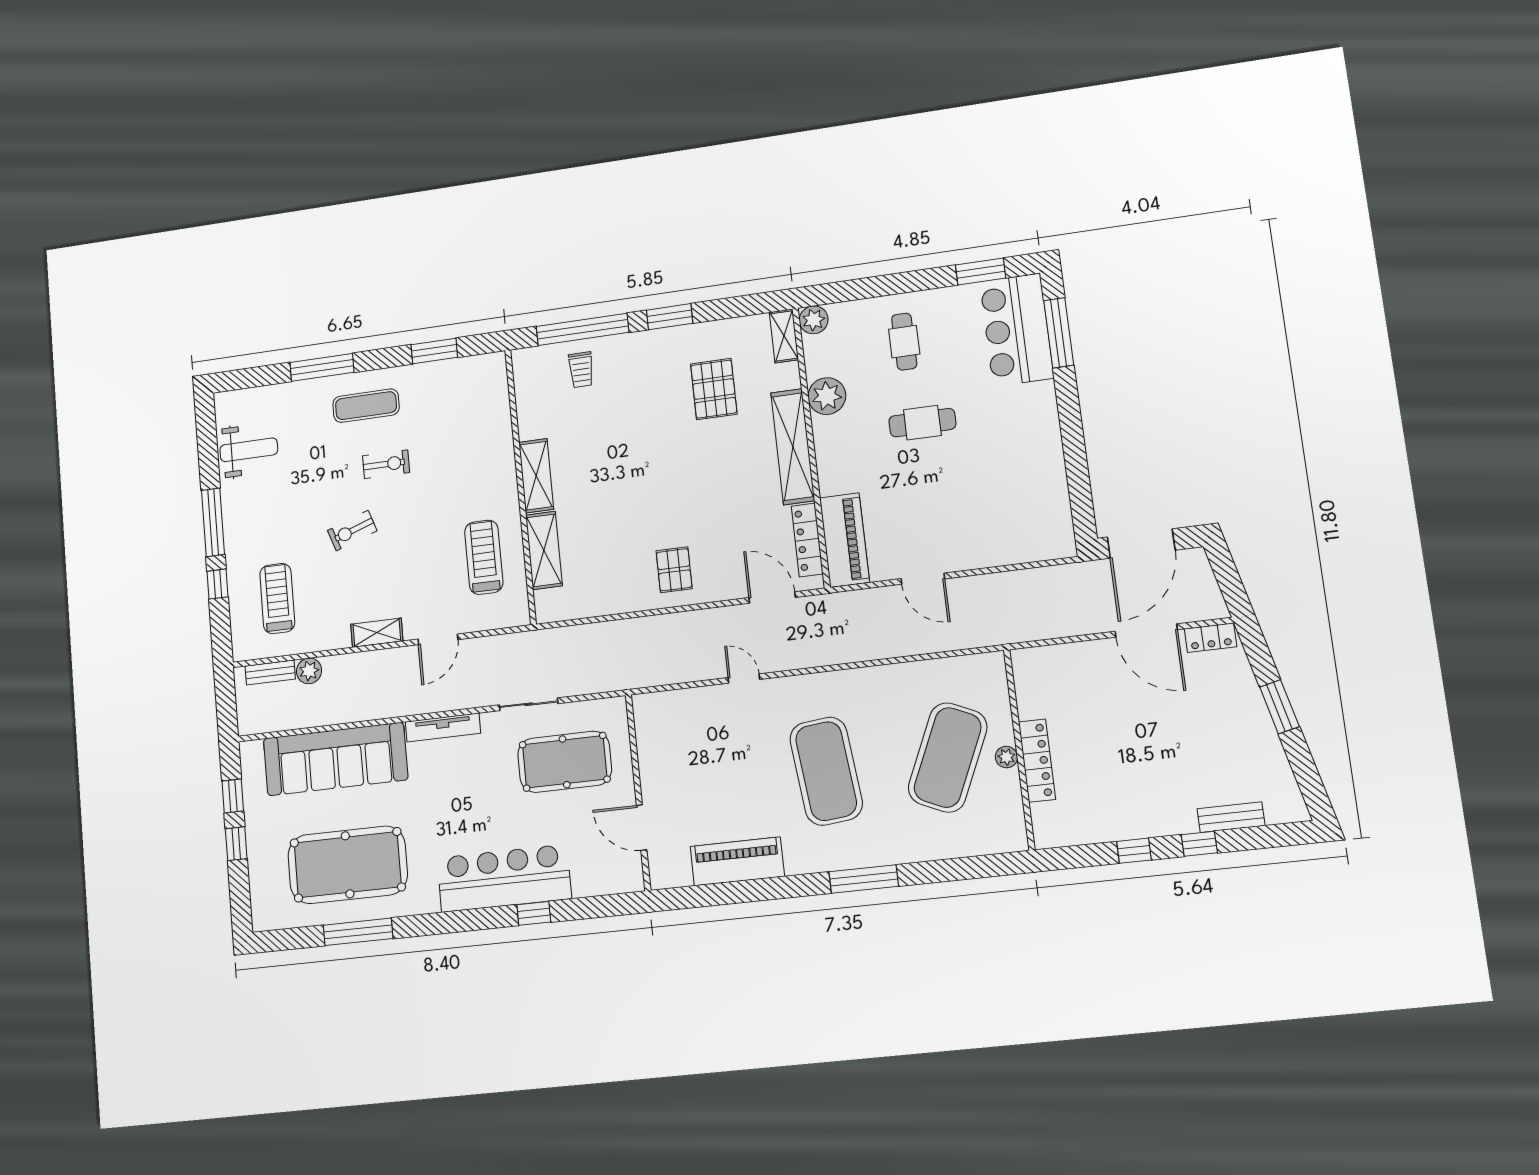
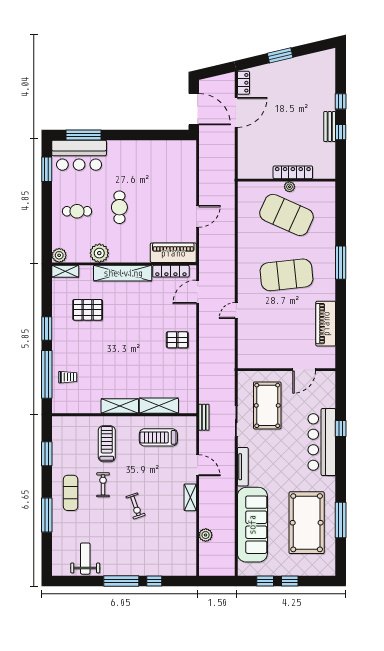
treadmill: (277, 599) -> (107, 444), moved, turned 90
bench: (270, 672) -> (204, 417), moved
bench: (1231, 817) -> (330, 127), moved

